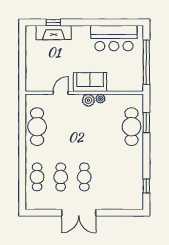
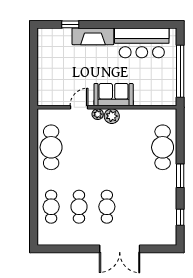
fireplace: (54, 33) -> (93, 36), moved
plant: (100, 99) -> (98, 114), moved
window: (146, 123) -> (180, 176), moved
double door: (79, 213) -> (120, 249), moved

